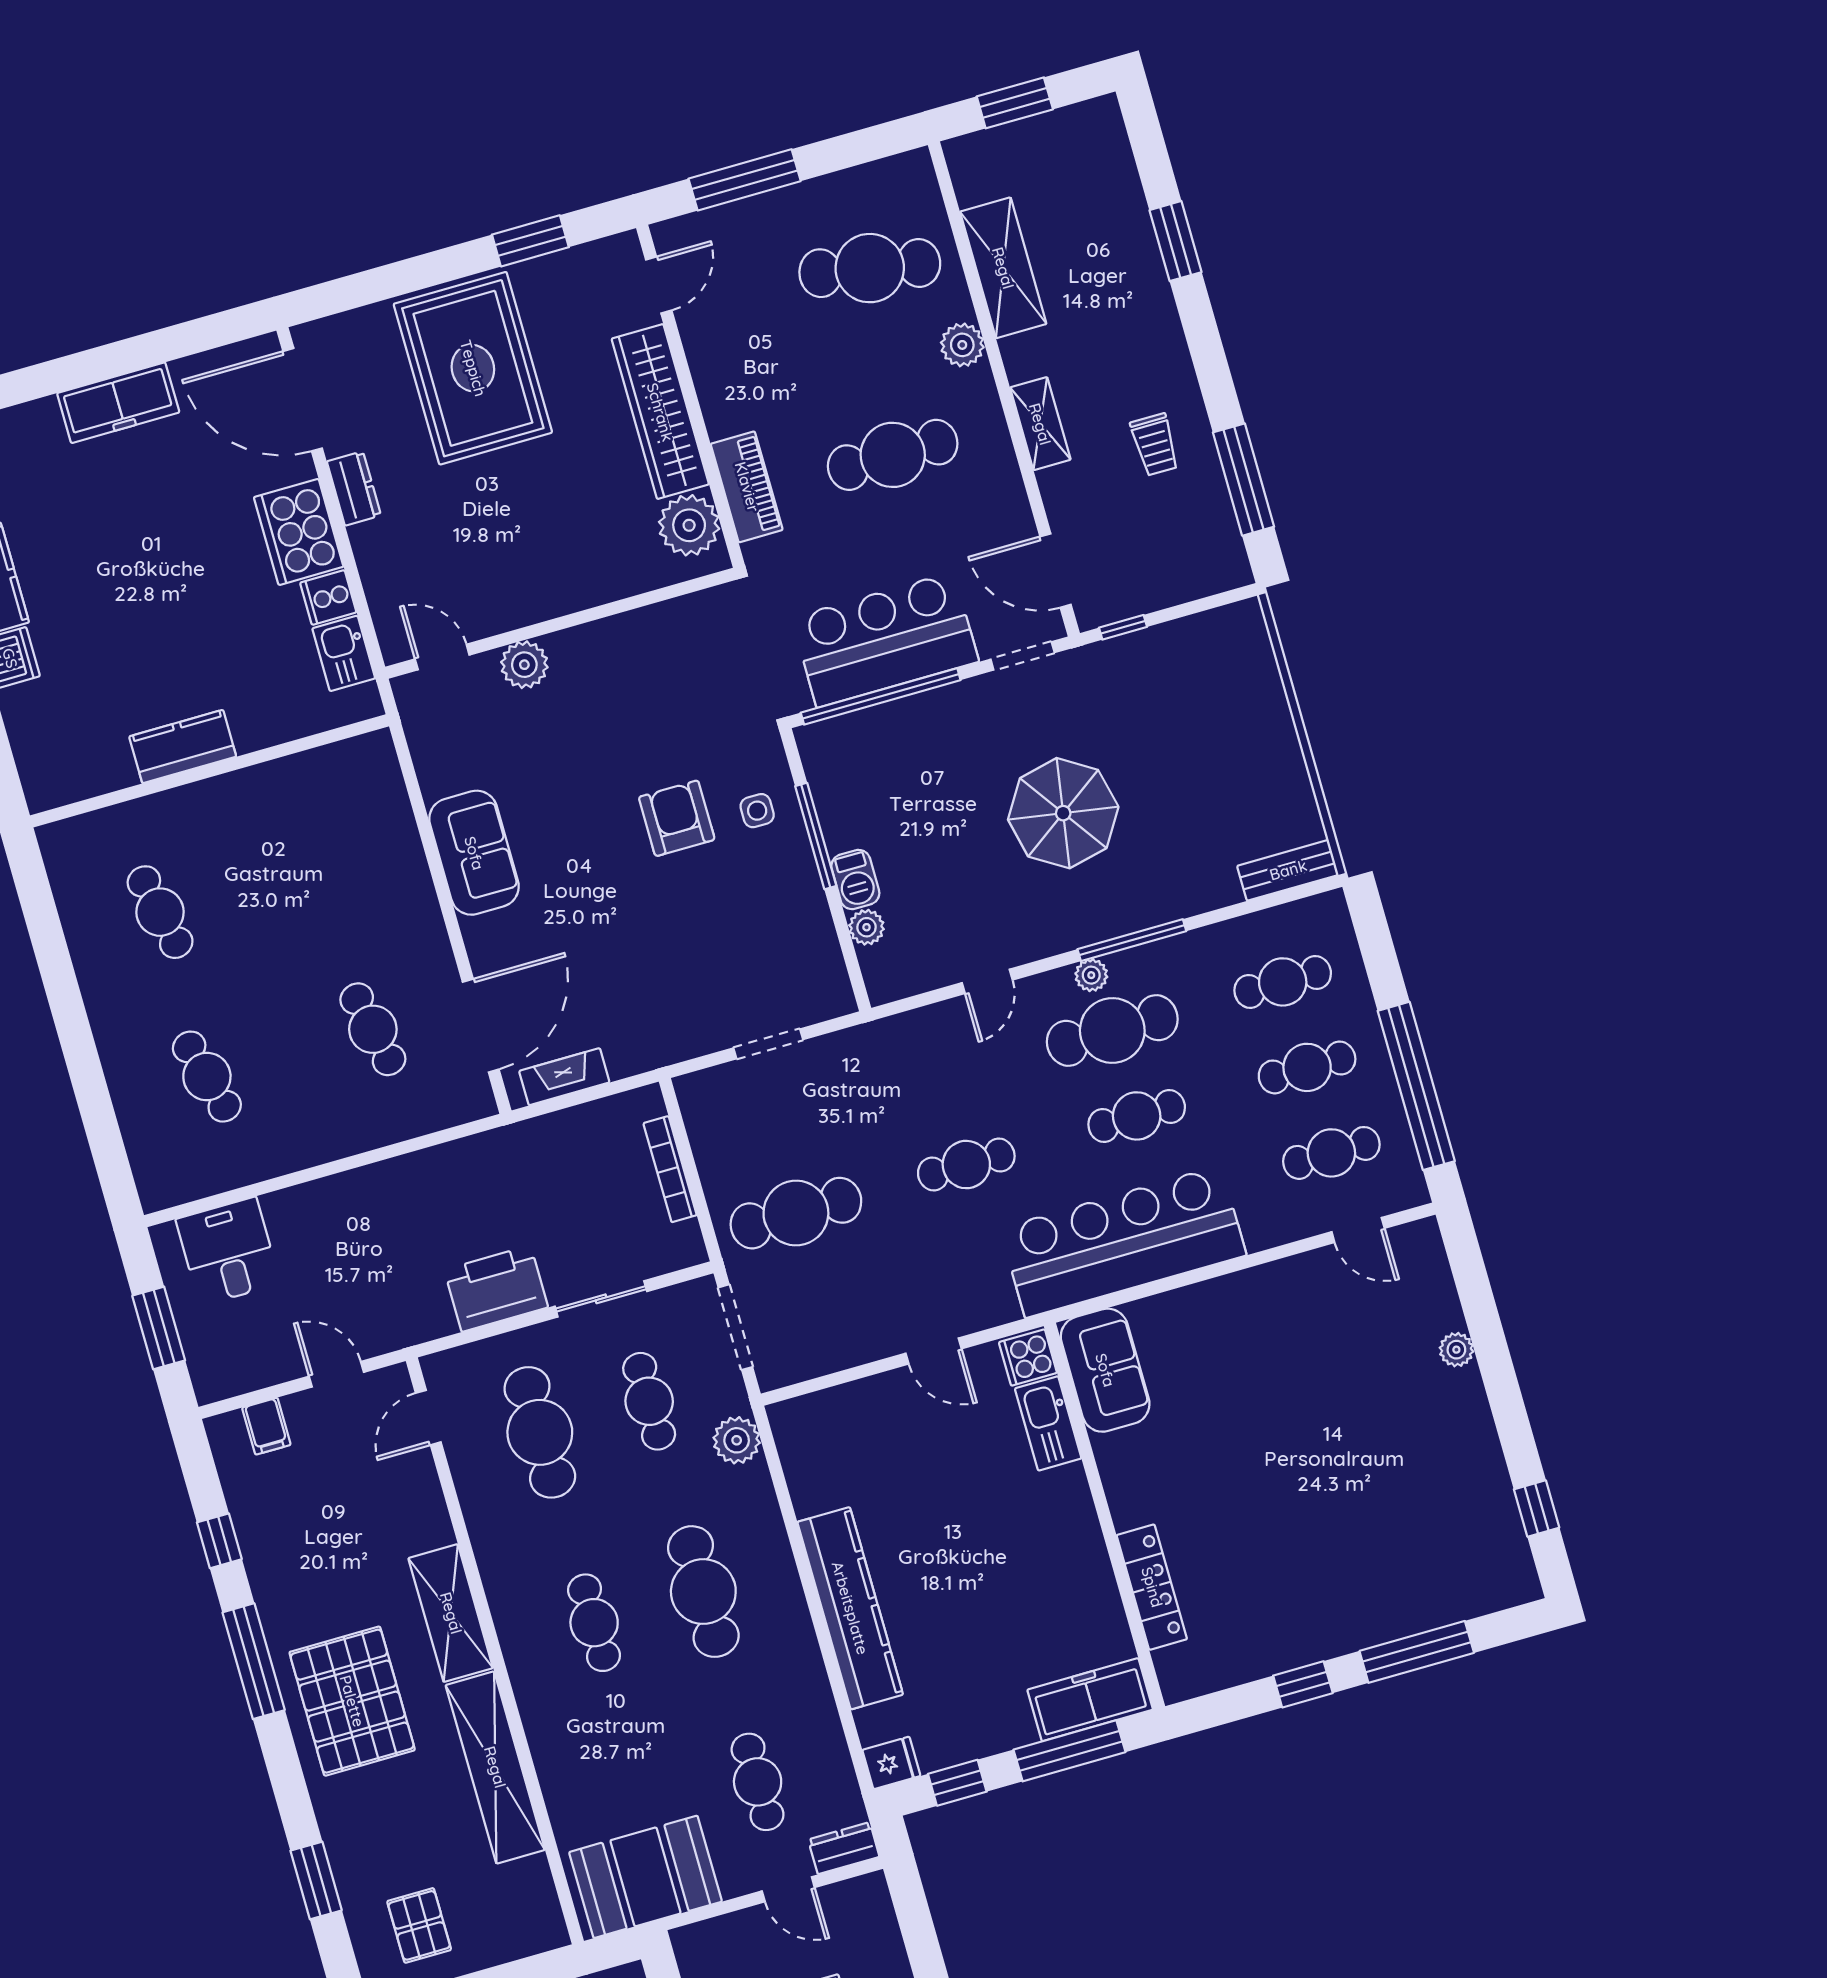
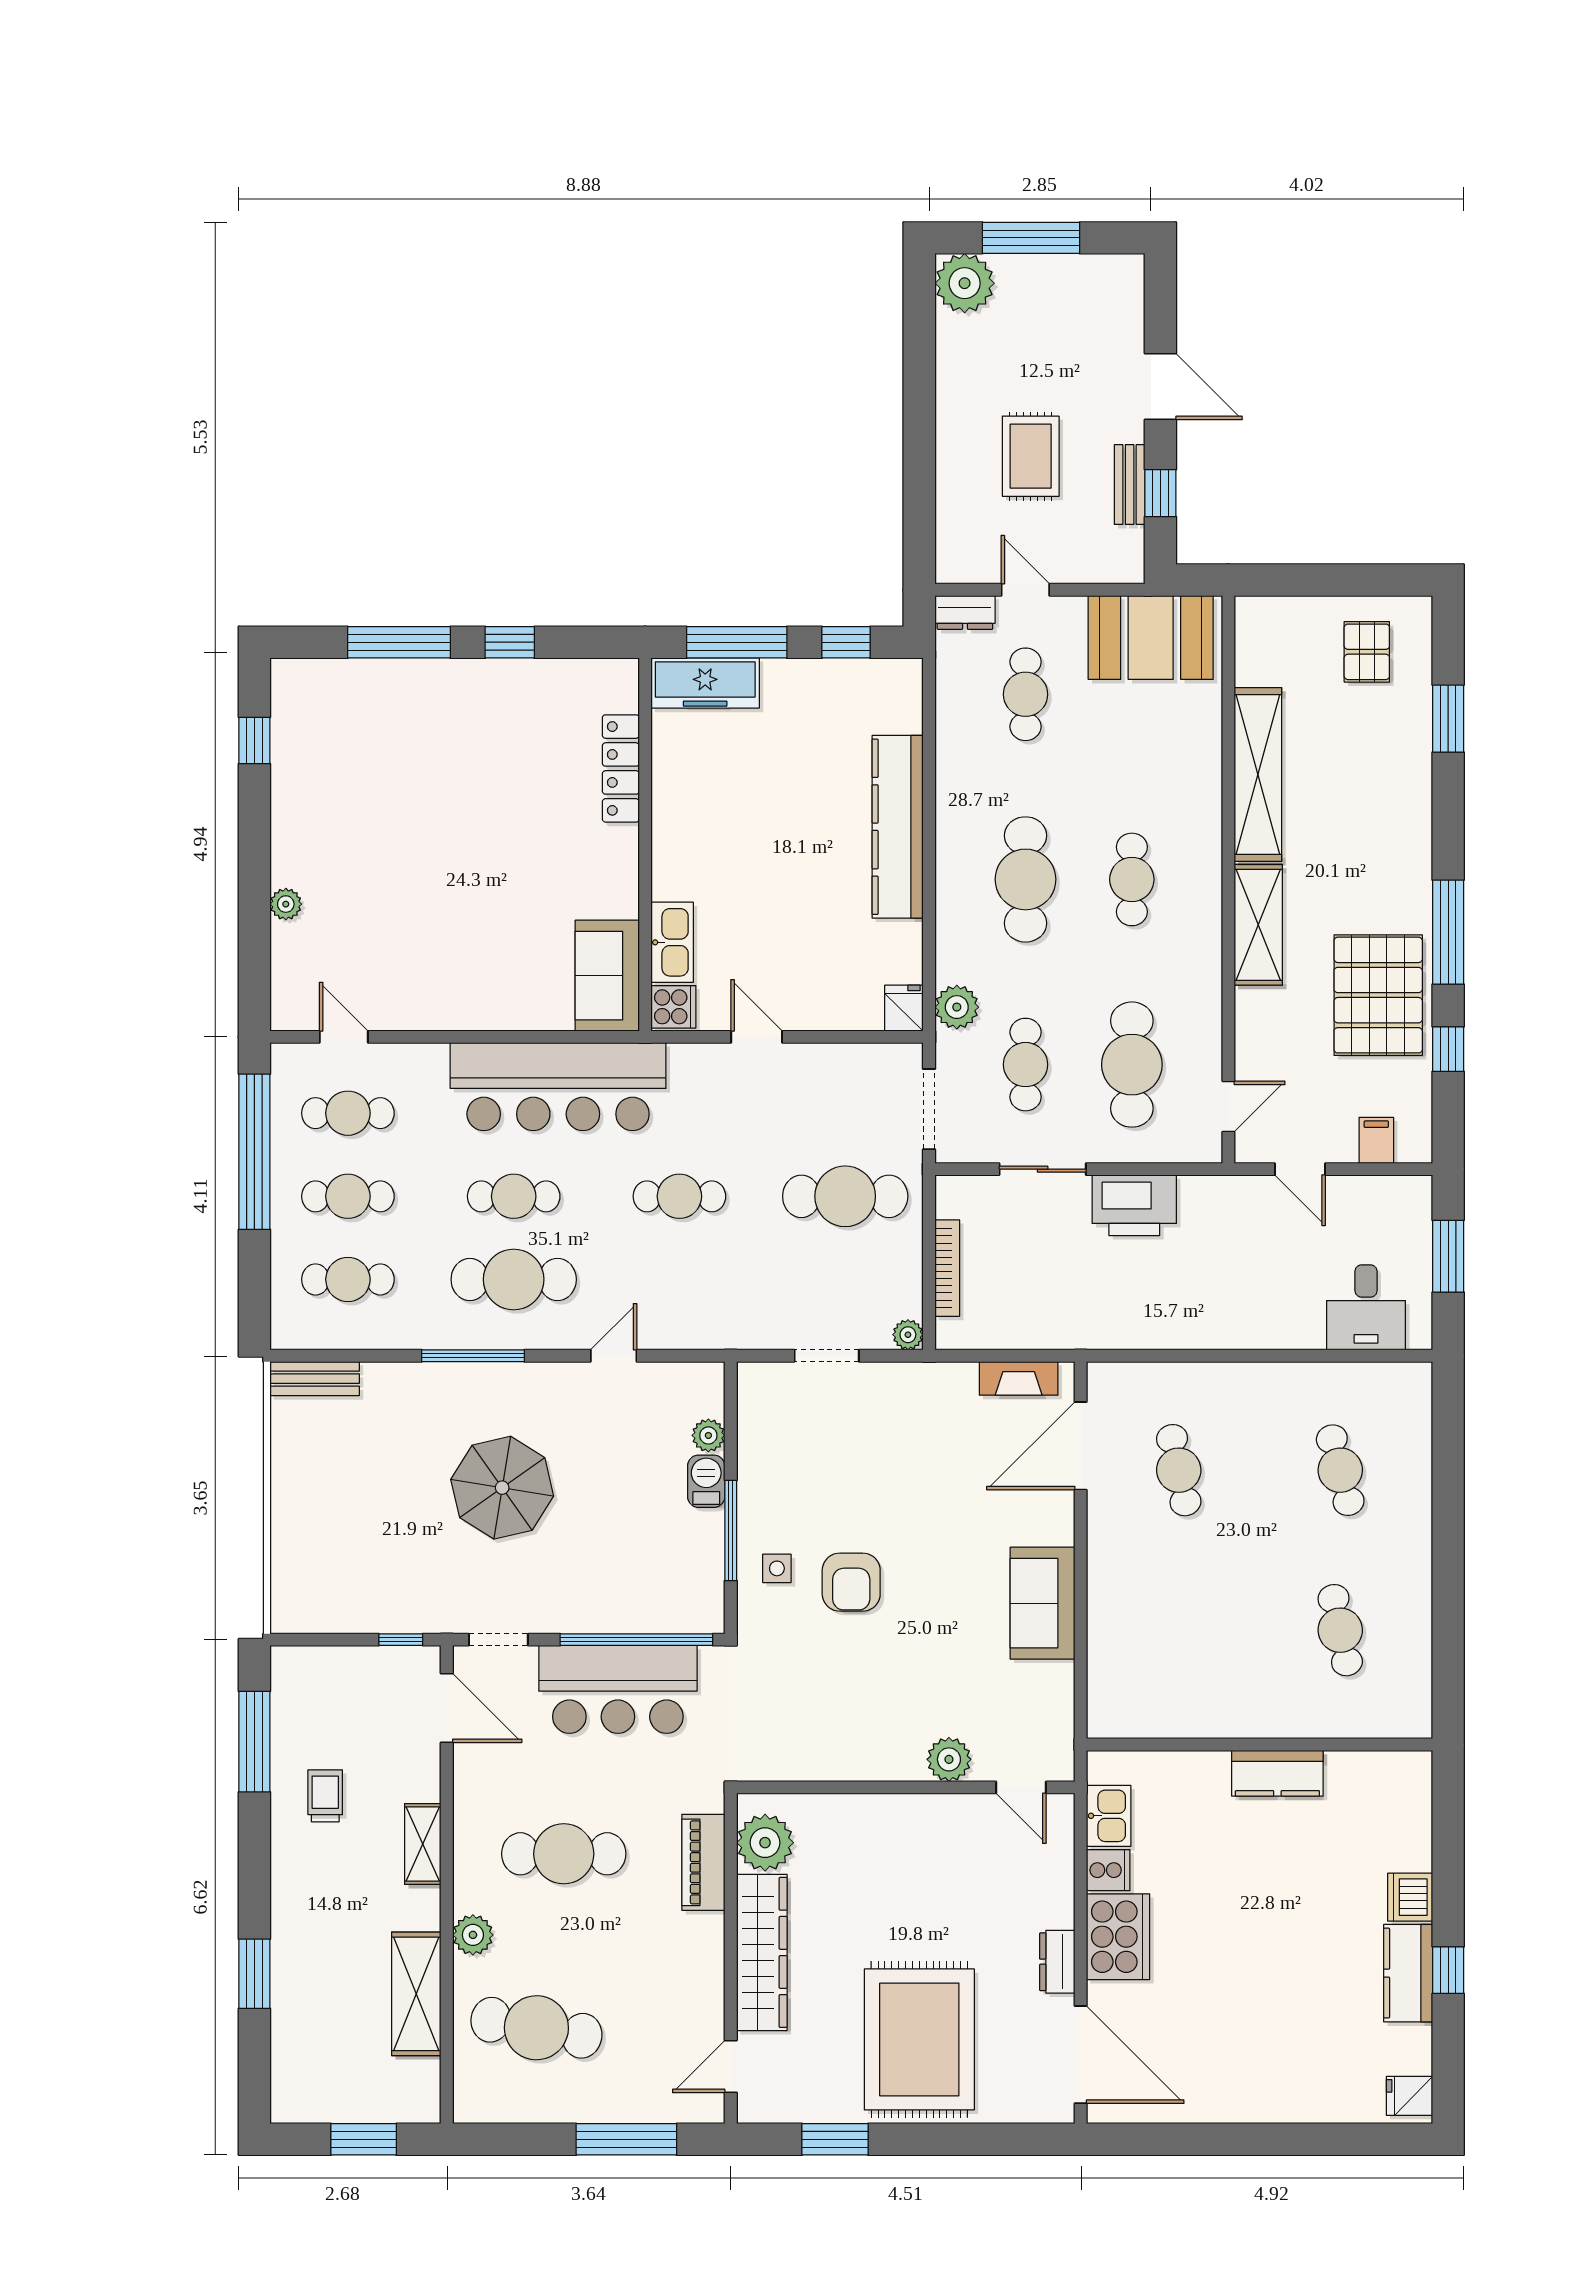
freezer: (118, 403) -> (1247, 2099), removed
plant: (1091, 975) -> (908, 1335), moved
pallet: (352, 1701) -> (1378, 995), moved
fridge: (891, 1763) -> (904, 1008), moved, turned 90

